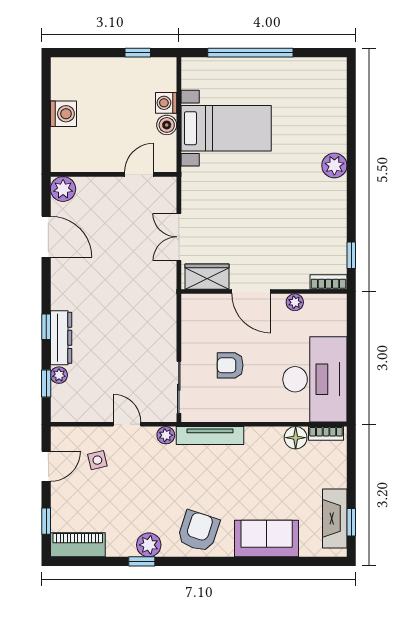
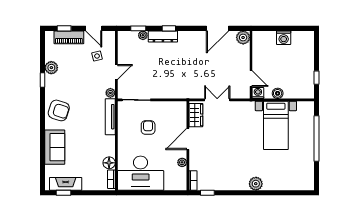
washing machine: (166, 103) -> (258, 93), moved
piano: (78, 545) -> (69, 37), moved, turned 90
plant: (149, 545) -> (51, 68), moved

